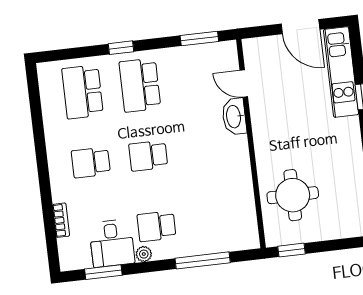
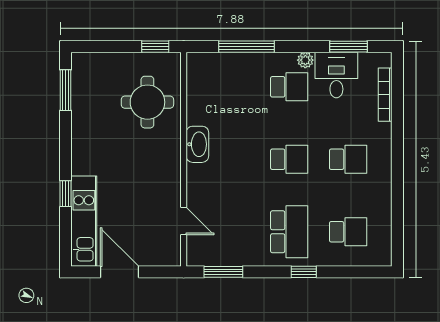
school desk: (83, 92) -> (348, 232), width x0.54
washbasin: (234, 117) -> (197, 144), moved
bookcase: (61, 220) -> (385, 95), width x1.56

